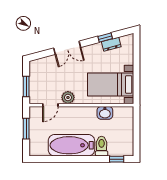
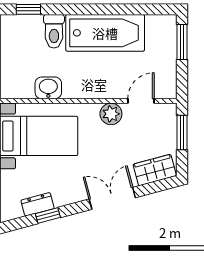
wardrobe: (42, 64) -> (155, 170), added
window: (26, 129) -> (182, 42), moved

